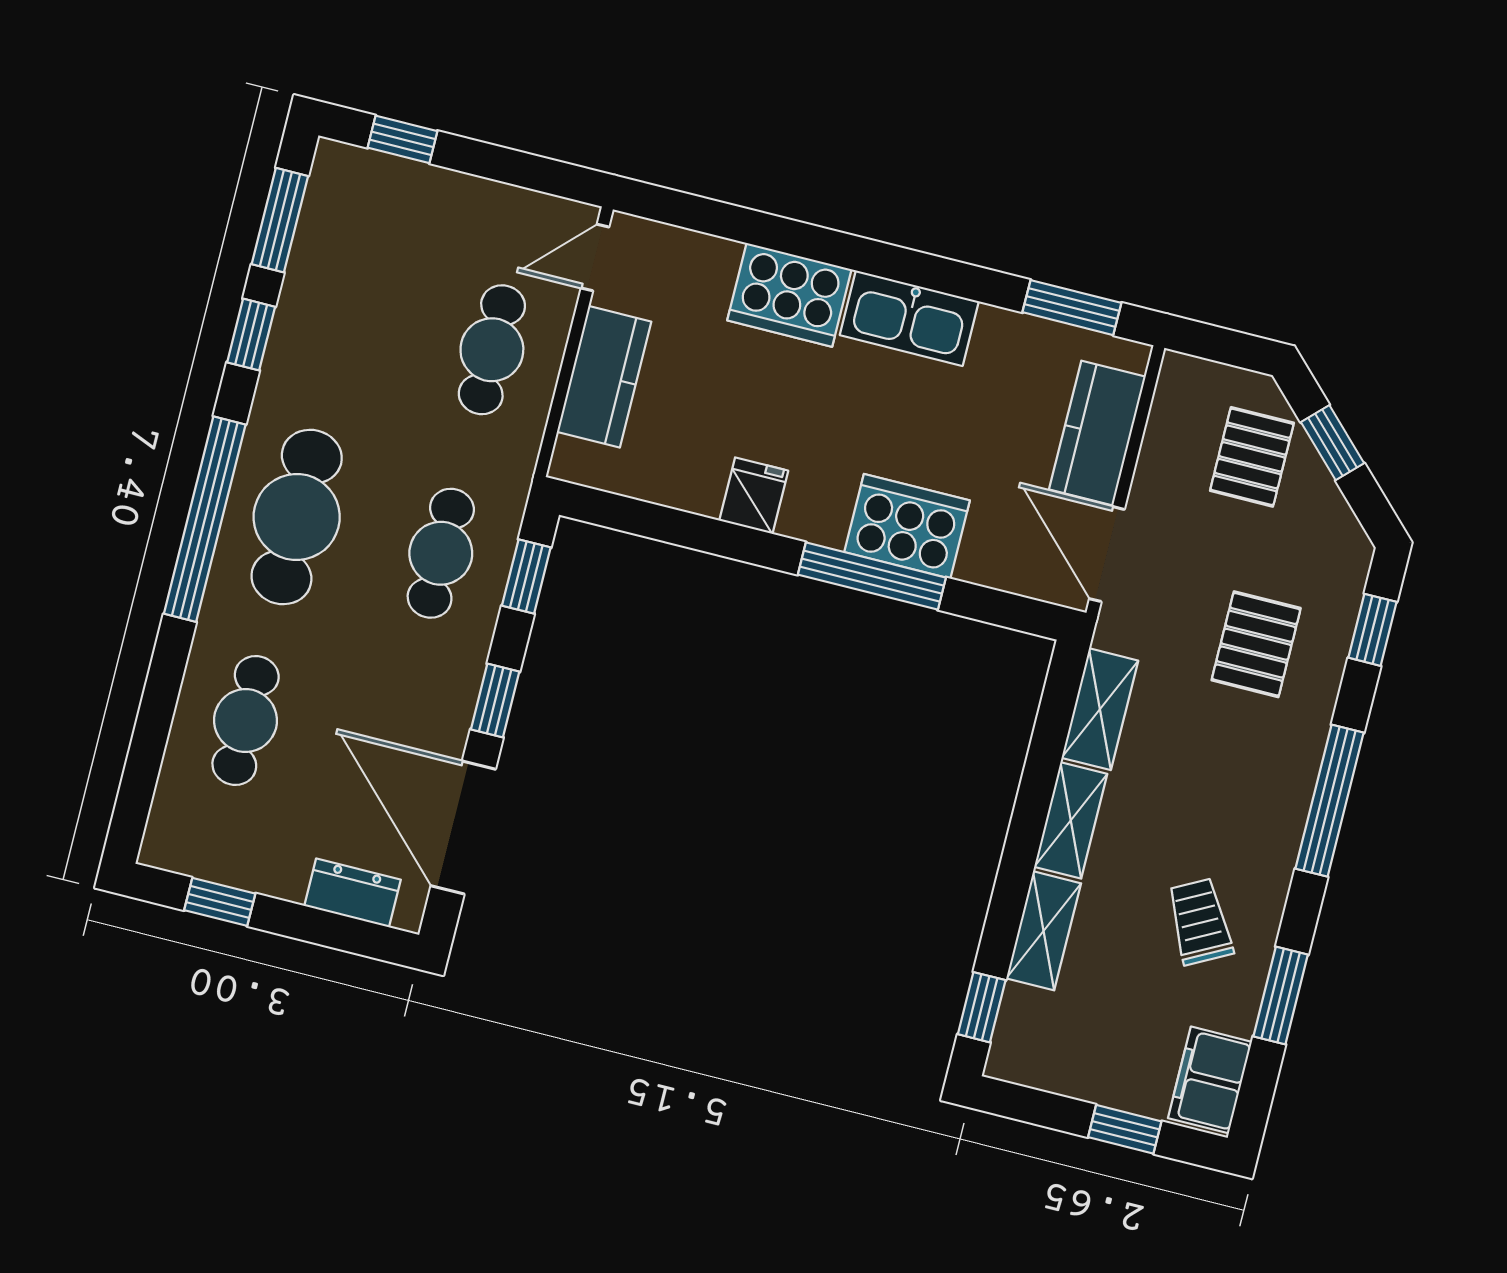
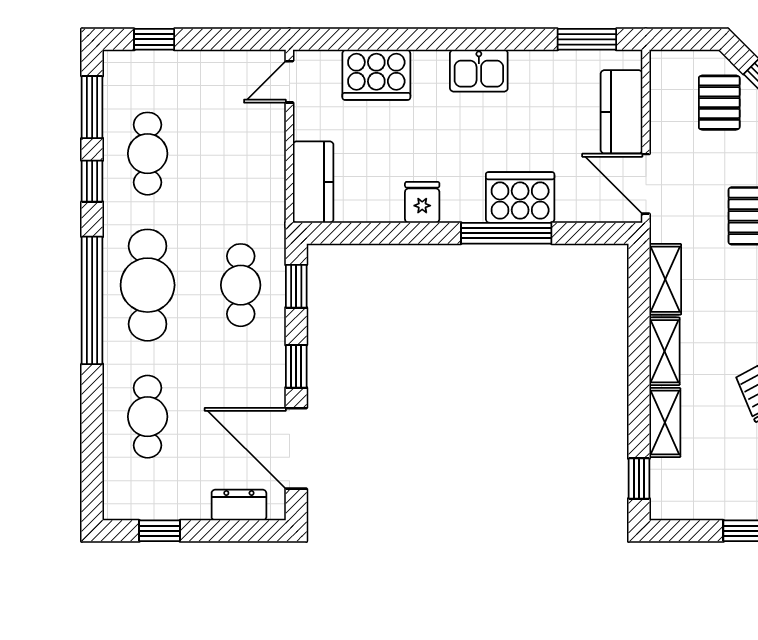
cooker: (789, 295) -> (376, 75), moved
kitchen sink: (909, 318) -> (479, 71), width x0.73
cafe table: (492, 350) -> (148, 154), moved
kitchen counter: (604, 377) -> (313, 182), moved

